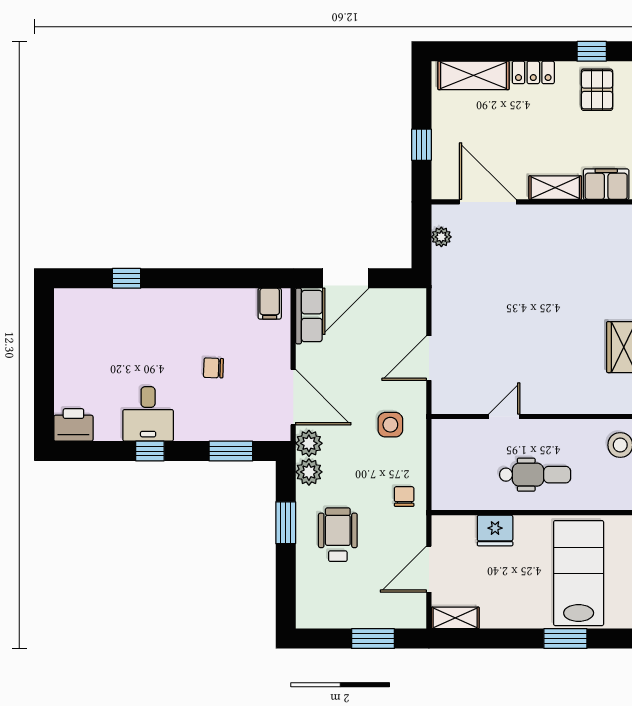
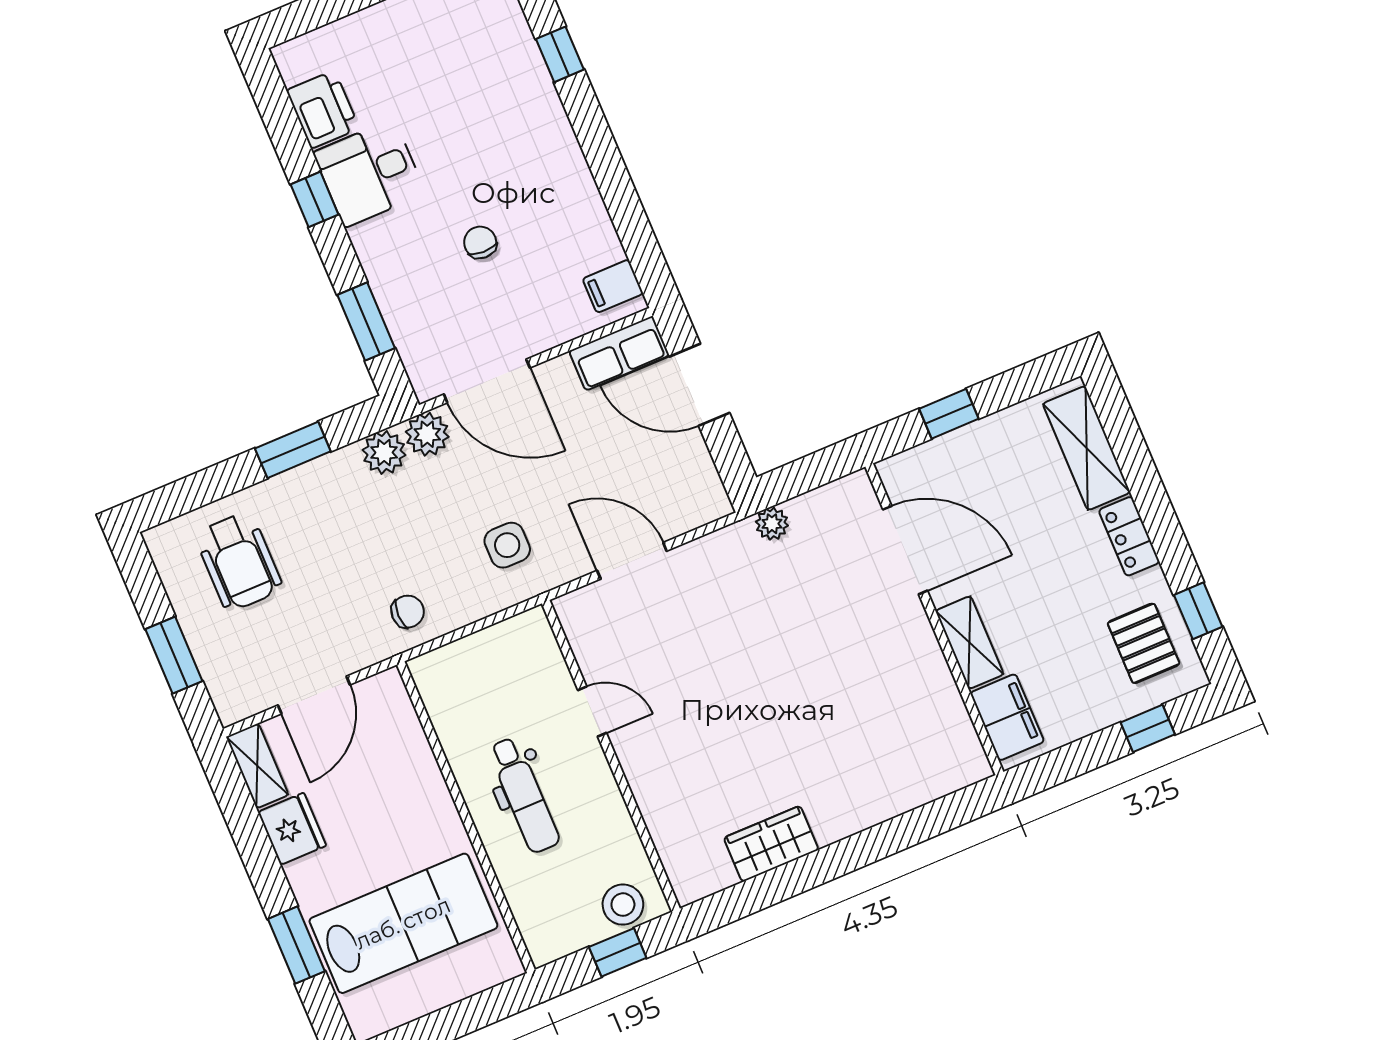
pallet: (597, 90) -> (1144, 643), turned 90
door: (488, 202) -> (905, 550), hinge flipped
plant: (441, 237) -> (772, 524), moved
door: (293, 397) -> (487, 381), hinge flipped
printer: (73, 425) -> (323, 109), moved
fridge: (495, 530) -> (292, 829), moved, turned 180
wheelchair: (338, 535) -> (239, 562), moved, turned 90
door: (429, 569) -> (314, 695), swing flipped

